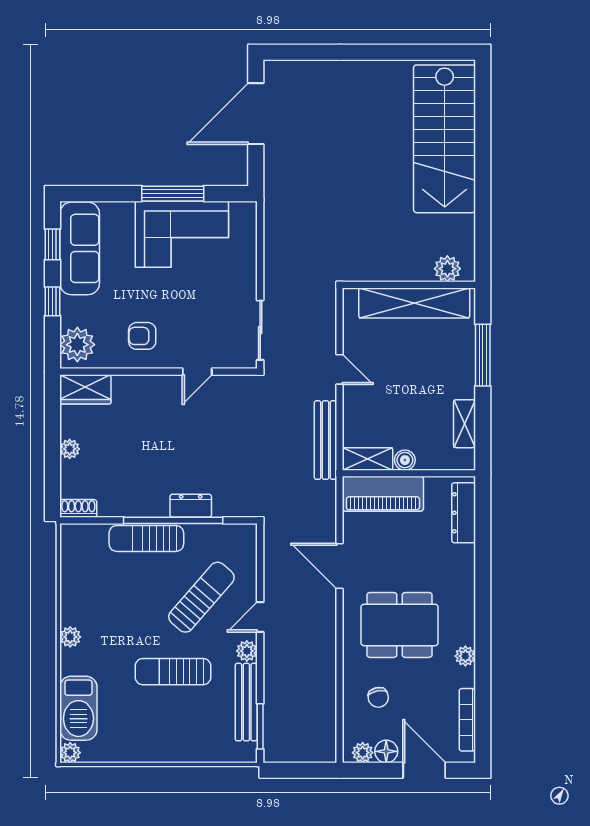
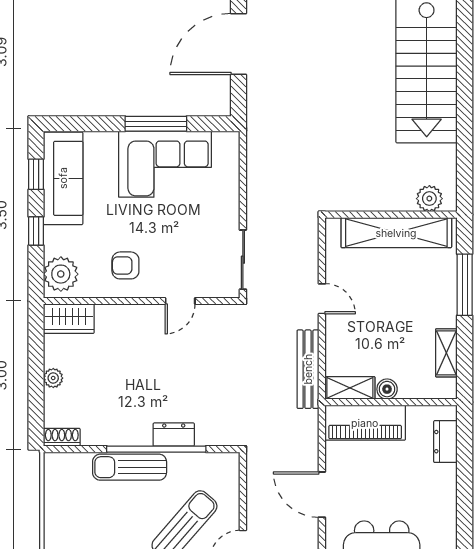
dresser: (464, 513) -> (445, 442), width x0.70

